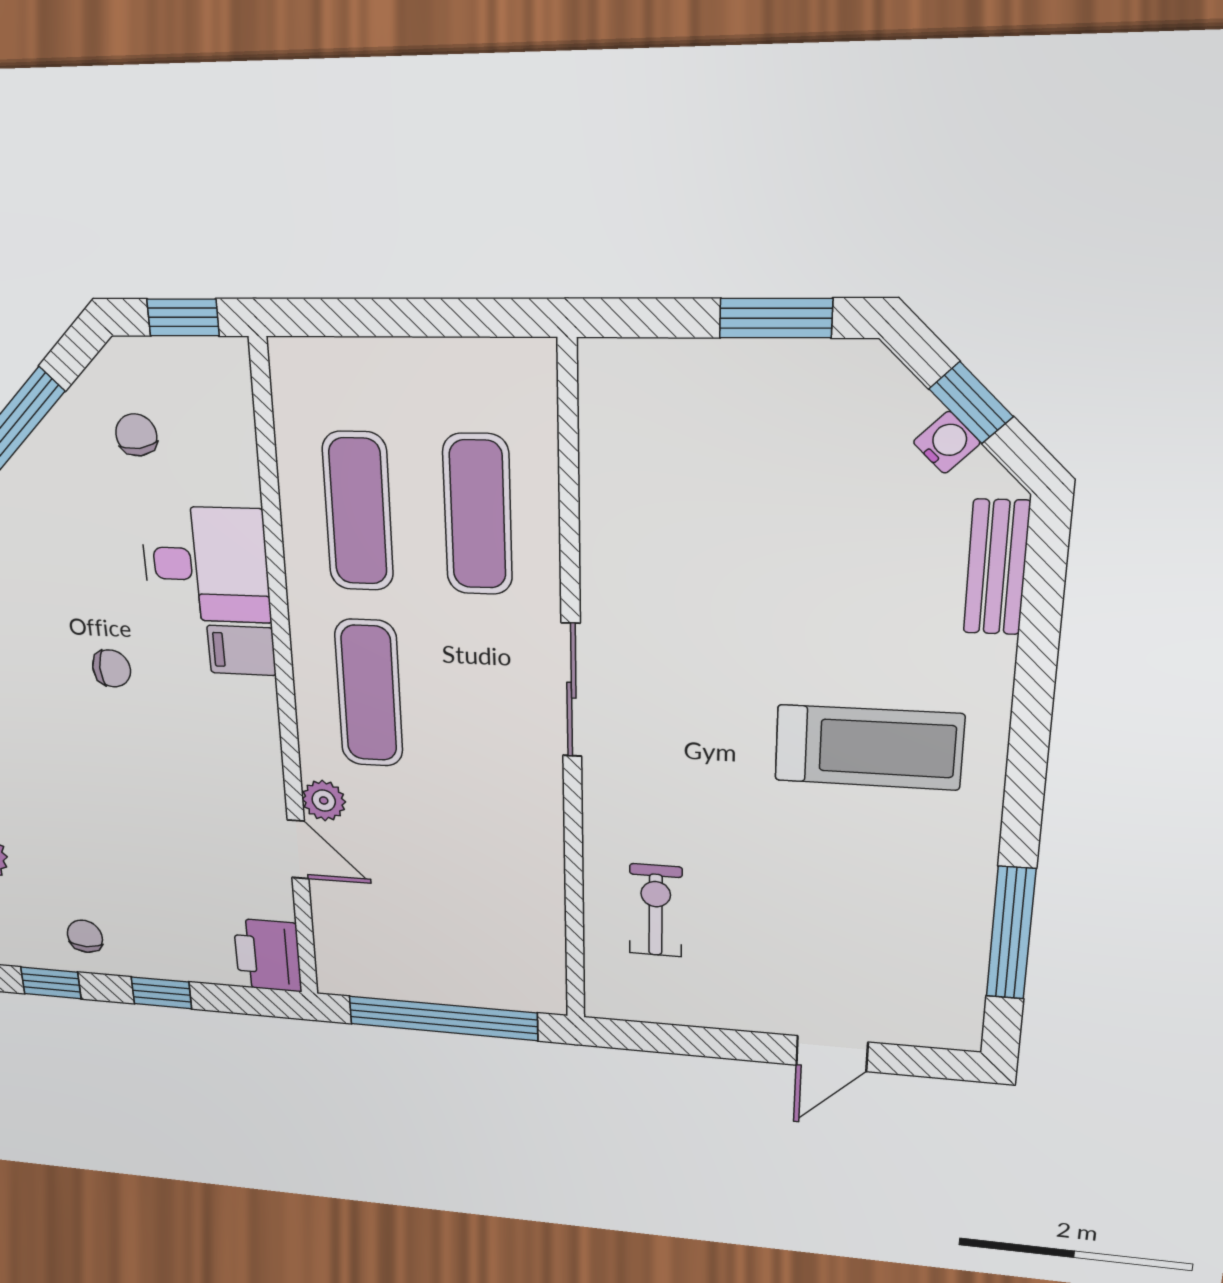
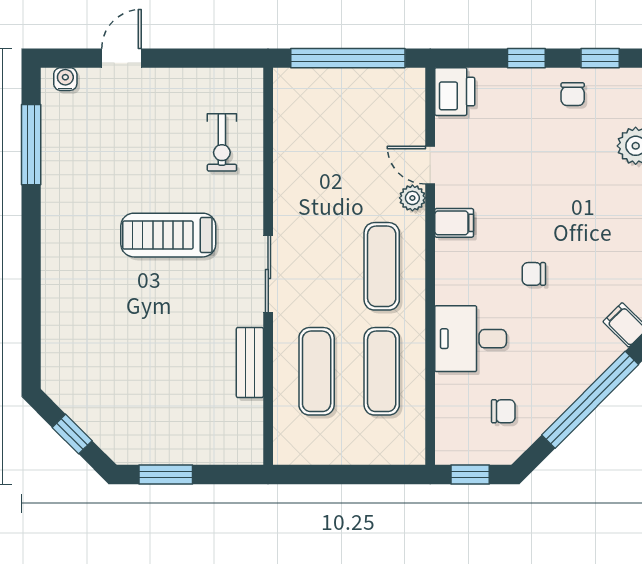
chair: (136, 435) -> (503, 411), turned -82
water cooler: (947, 442) -> (65, 79), moved, turned 135
bench: (997, 567) -> (250, 363), moved
filing cabinet: (242, 650) -> (454, 223), moved
treadmill: (869, 747) -> (168, 235), moved

